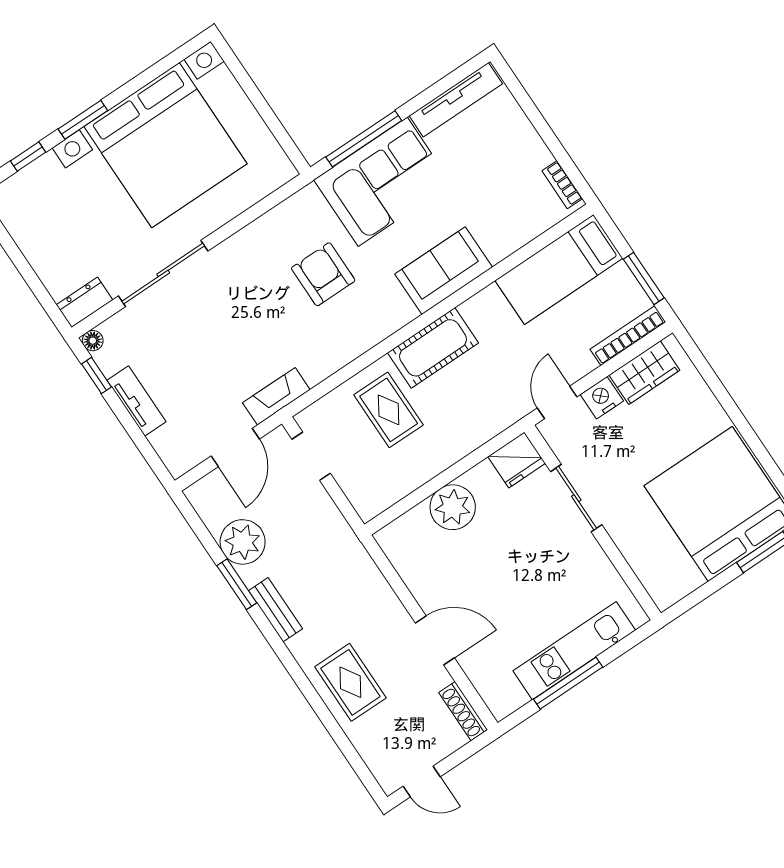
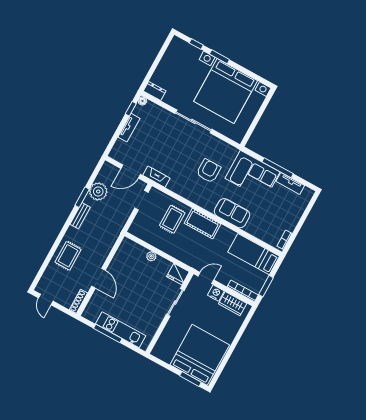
tv unit: (456, 100) -> (290, 183), width x0.71
window: (364, 139) -> (278, 168), moved
sliding door: (163, 274) -> (193, 121), moved
plant: (453, 507) -> (151, 256), width x0.53, depth x0.53

